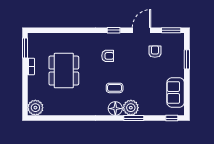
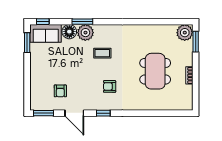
door: (141, 30) -> (74, 113), hinge flipped
window: (25, 48) -> (196, 42), moved
window: (187, 59) -> (27, 43), moved
sofa: (176, 92) -> (46, 33), moved, turned 90
floor lamp: (115, 109) -> (69, 32), moved

